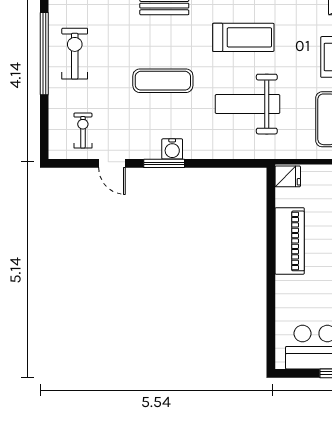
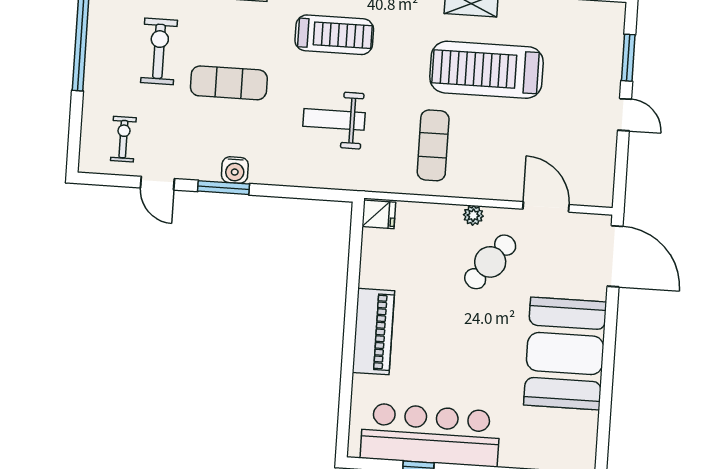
exercise bike: (75, 54) -> (159, 51), moved
weight bench: (248, 104) -> (334, 119), width x0.73, depth x0.75
piano: (290, 241) -> (373, 332), moved

